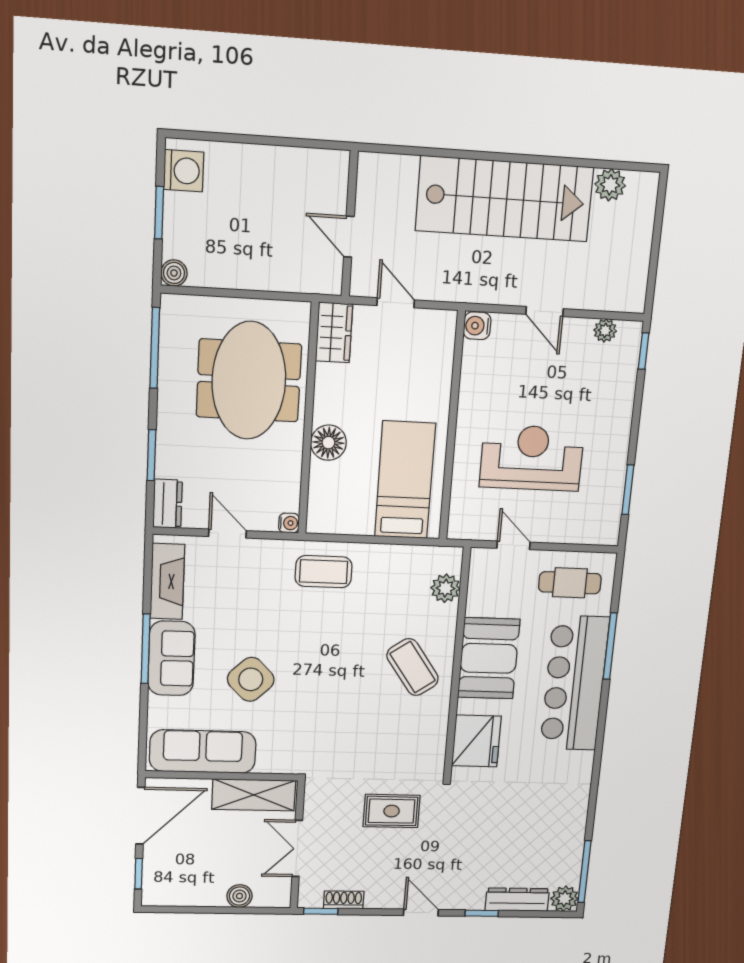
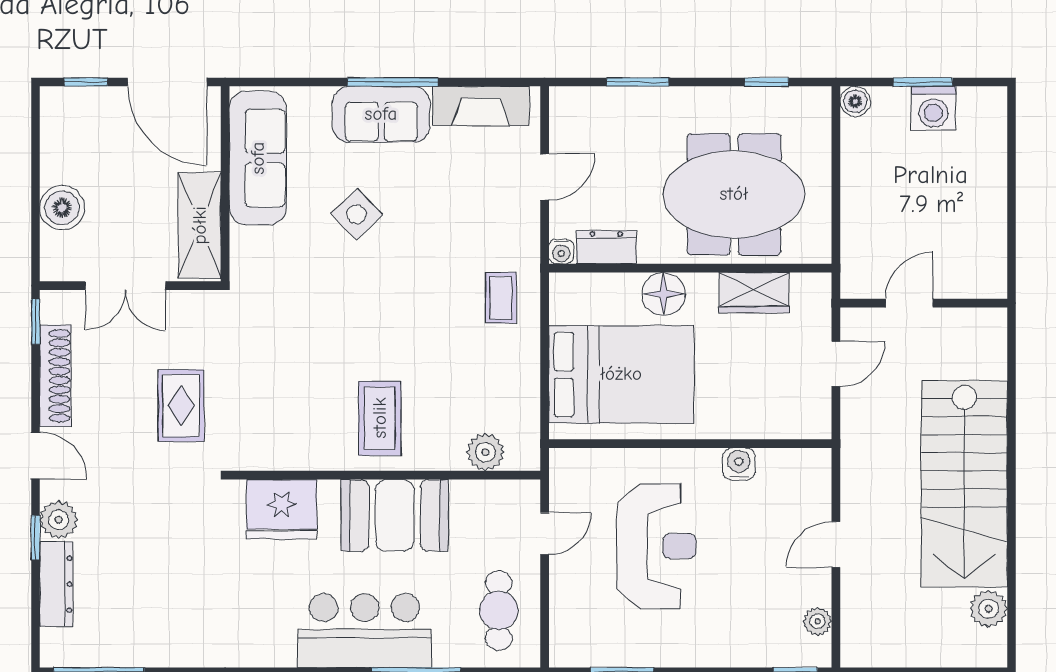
washing machine: (184, 171) -> (933, 108), moved
water cooler: (477, 326) -> (739, 464), moved
wardrobe: (334, 332) -> (754, 293), moved
window: (155, 348) -> (767, 82), width x0.46
bed: (405, 480) -> (621, 374), width x1.50
dresser: (168, 504) -> (606, 247), moved, turned 180
coffee table: (324, 572) -> (501, 298), width x0.73, depth x0.77
coffee table: (413, 667) -> (380, 418), turned -55
side table: (251, 679) -> (357, 214), width x0.73, depth x0.73
bar counter: (575, 683) -> (365, 631), width x0.73
double door: (297, 849) -> (125, 286), swing flipped
boiler: (239, 896) -> (62, 208), width x1.36, depth x1.36
plant: (565, 899) -> (59, 520), moved
shoe rack: (344, 900) -> (55, 376), width x1.94, depth x1.24
door: (421, 913) -> (35, 456), hinge flipped

